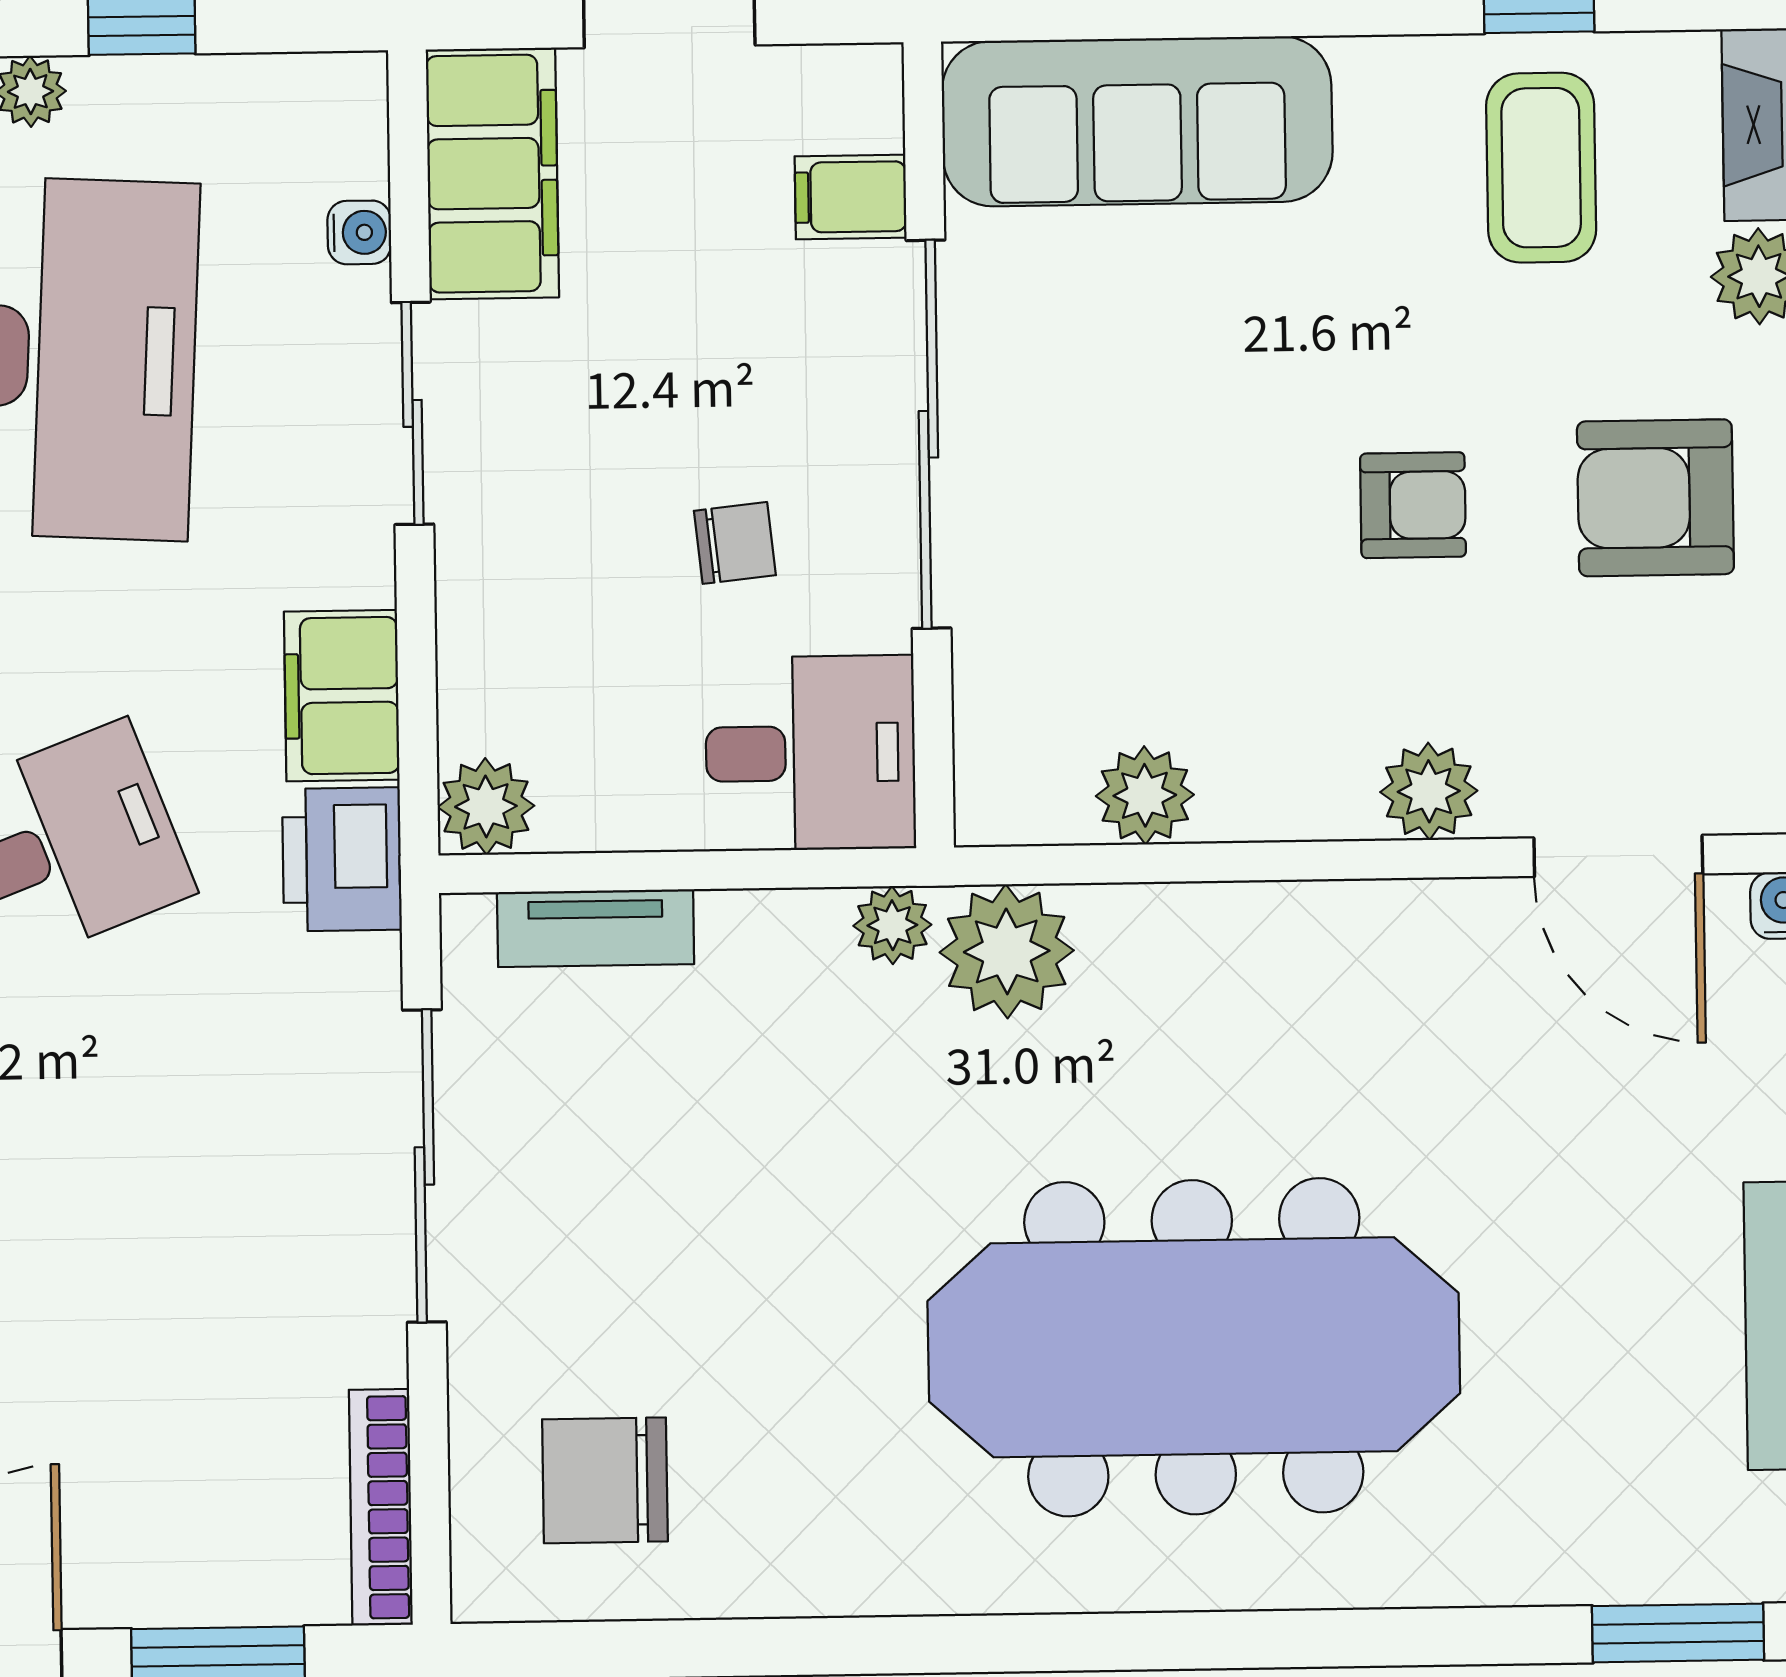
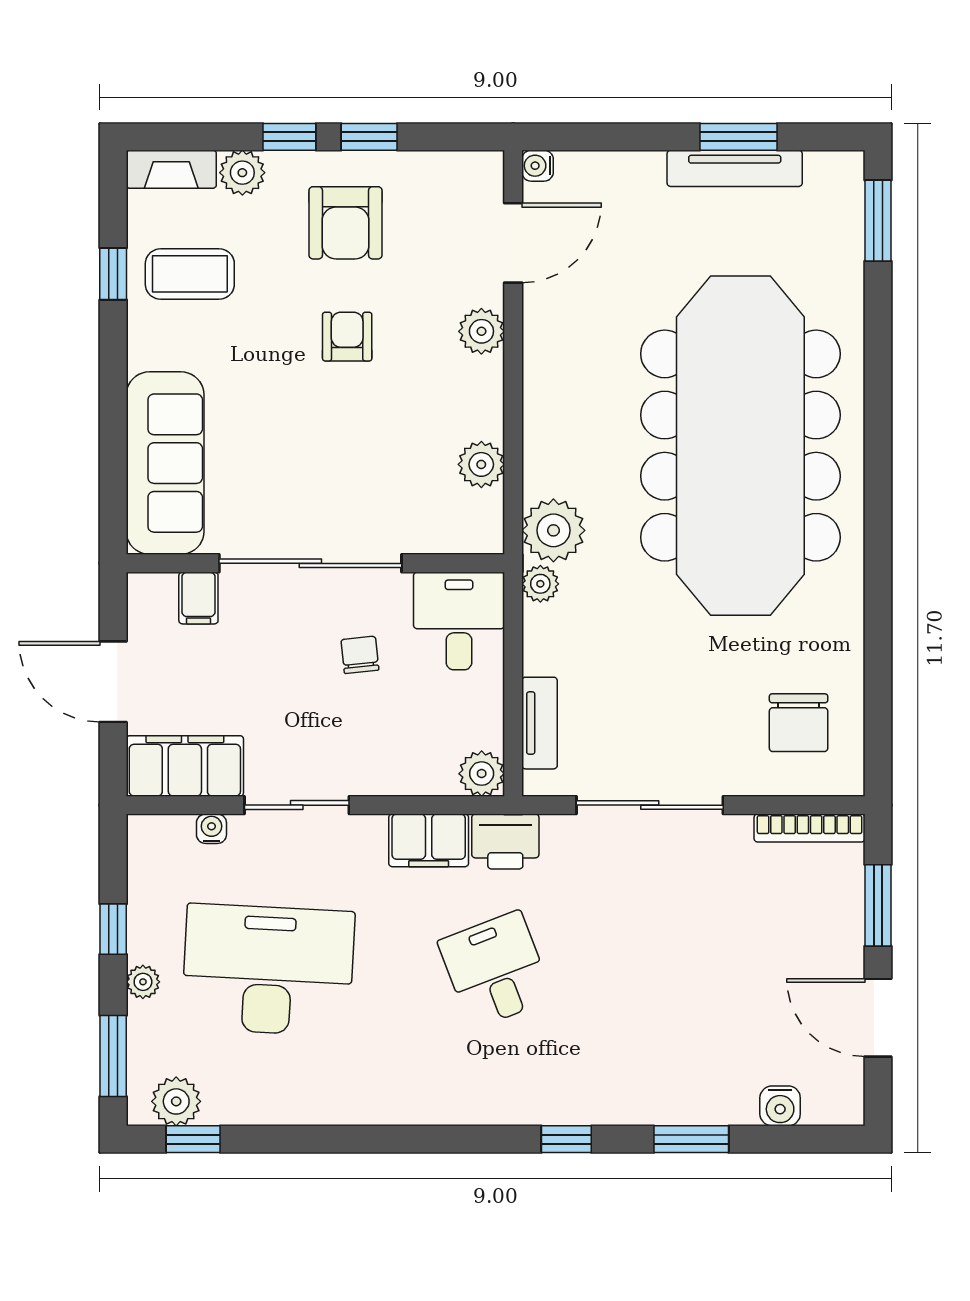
meeting table: (1194, 1347) -> (740, 446), width x1.36, depth x1.27

